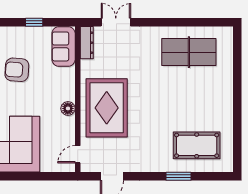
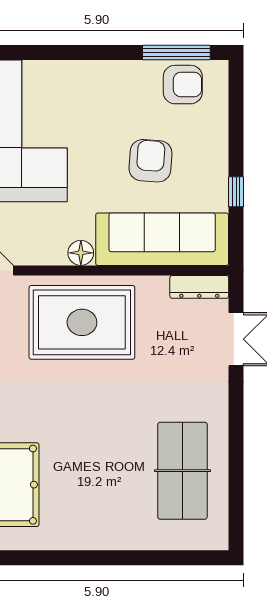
sofa: (64, 46) -> (162, 239), width x1.85, depth x1.27

